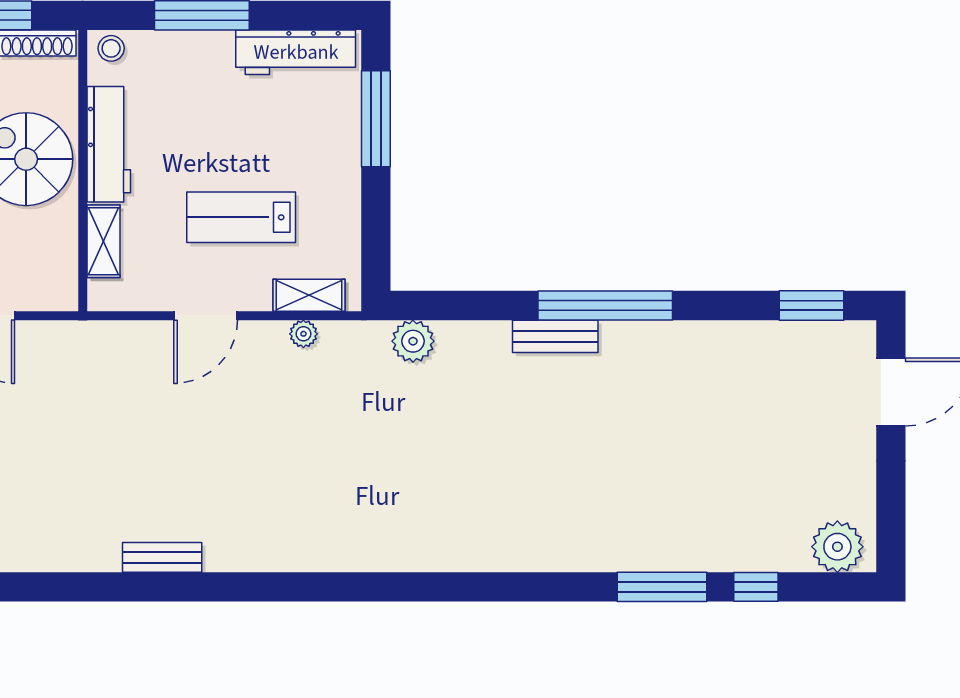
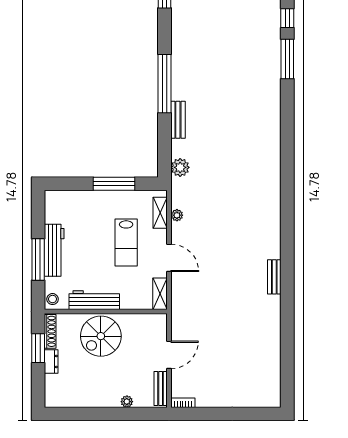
workbench: (296, 52) -> (54, 250), moved
window: (376, 119) -> (114, 184), moved
shelving: (103, 241) -> (160, 294), moved, turned 90
bench: (555, 336) -> (178, 120), moved

